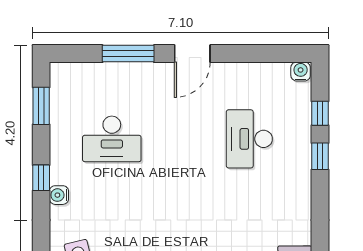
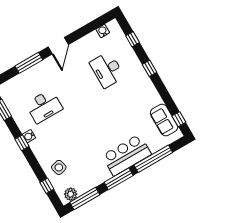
water cooler: (301, 71) -> (103, 31), moved
window: (320, 156) -> (150, 68), moved
water cooler: (59, 195) -> (29, 136), moved

